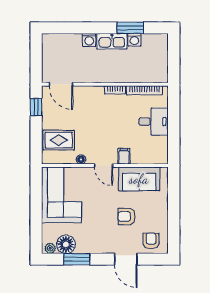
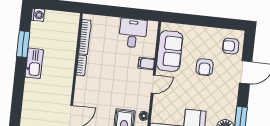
washing machine: (89, 40) -> (31, 85), removed
washing machine: (134, 40) -> (38, 15), moved
desk: (154, 122) -> (133, 33), moved
floor lamp: (81, 159) -> (144, 116), moved

